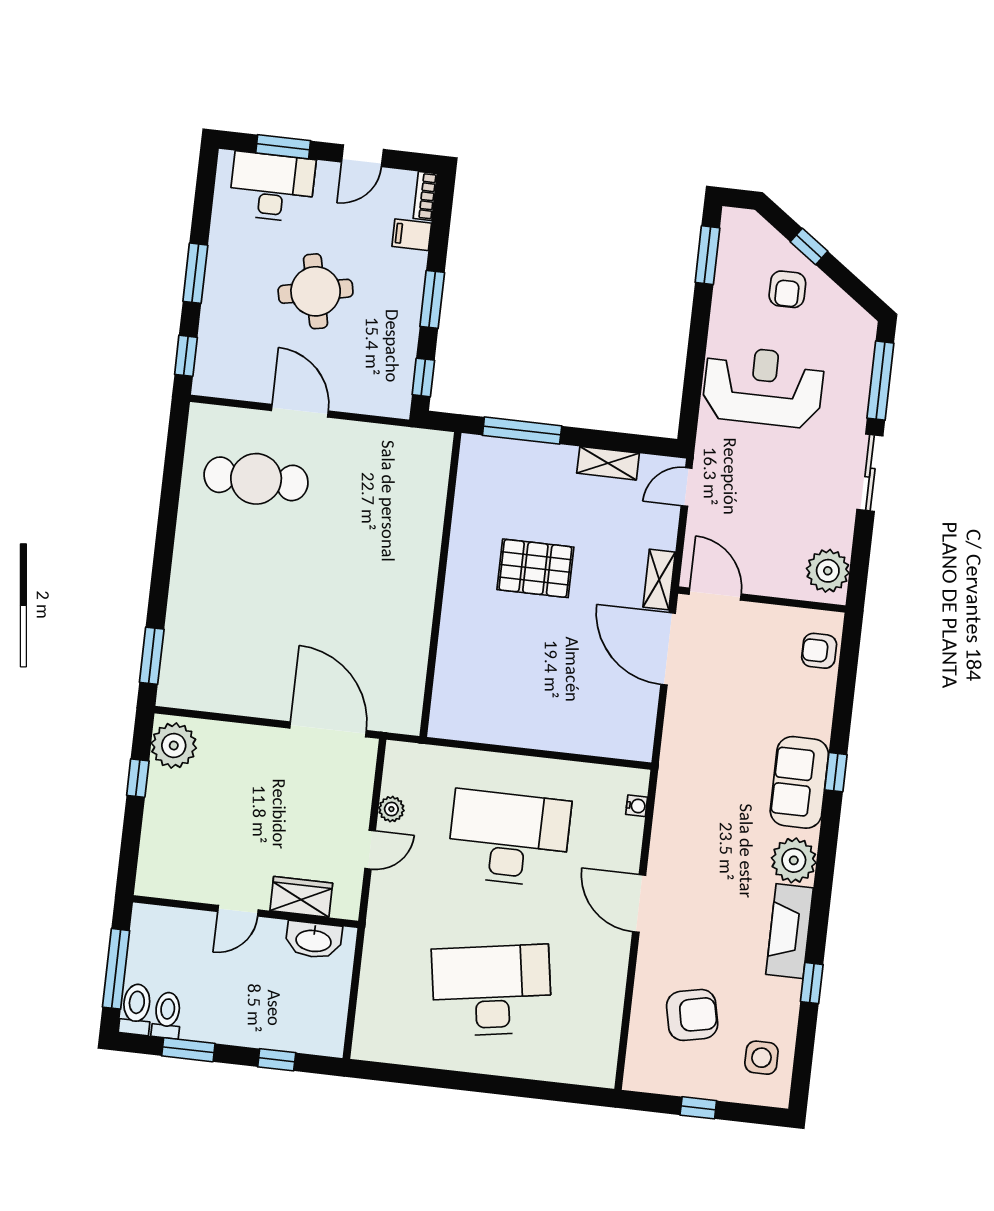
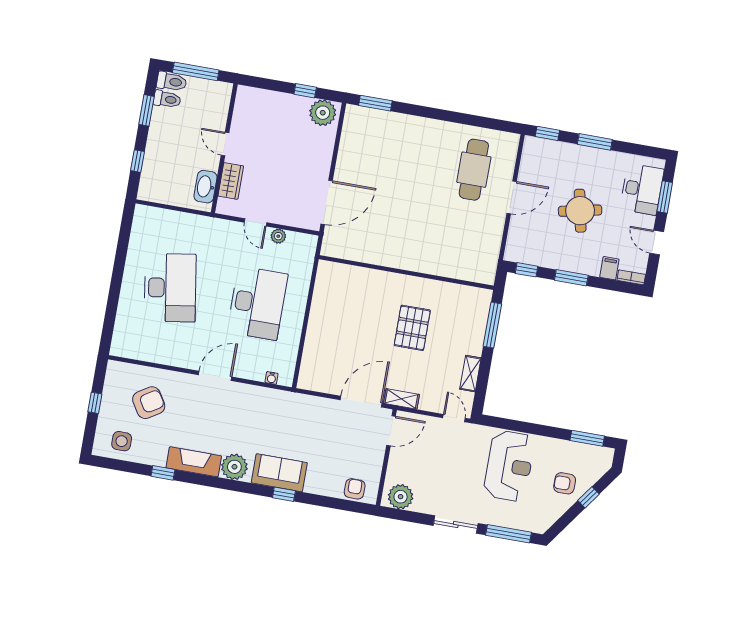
armchair: (692, 1015) -> (149, 403), turned -110

